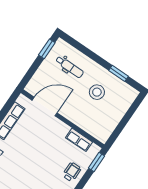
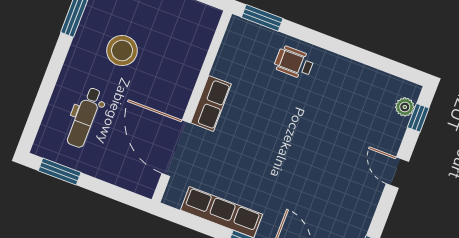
dental chair: (70, 67) -> (85, 117), turned 180
row of seats: (79, 140) -> (211, 103), moved

